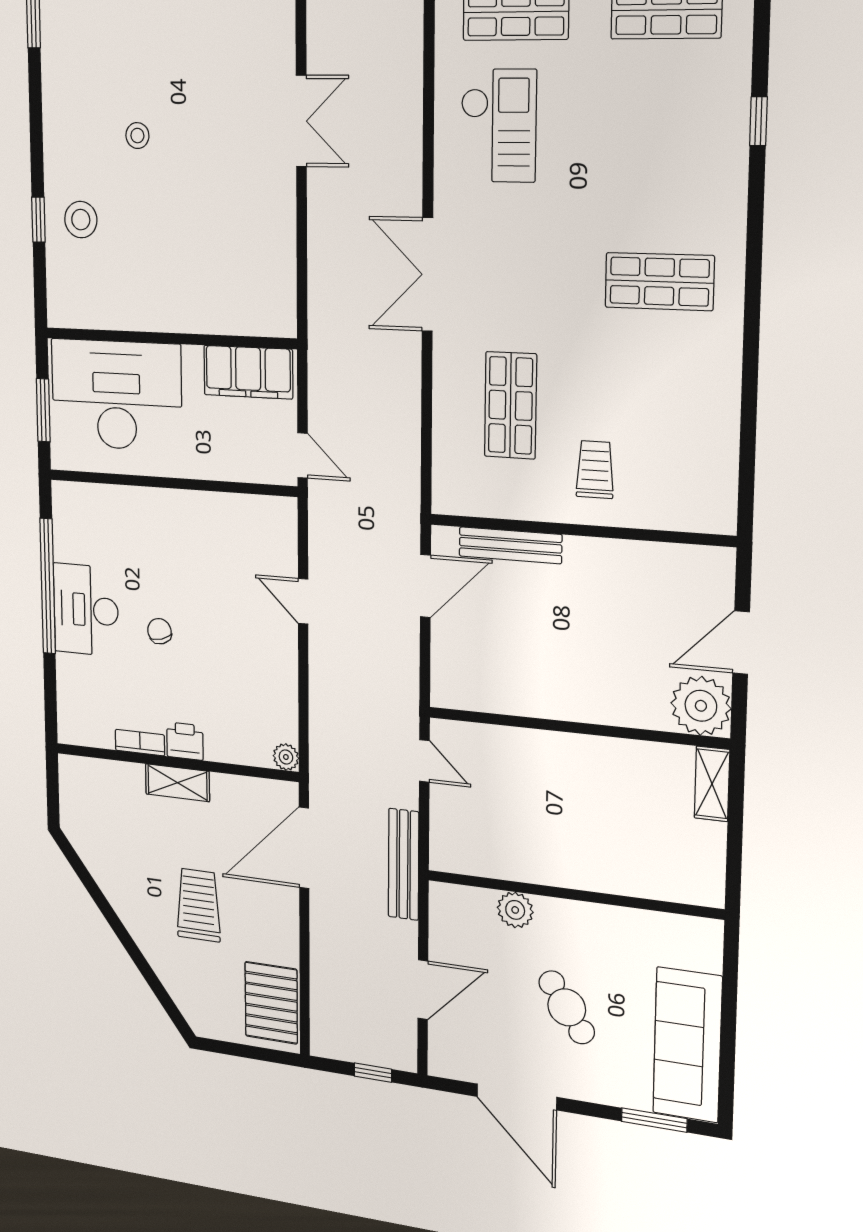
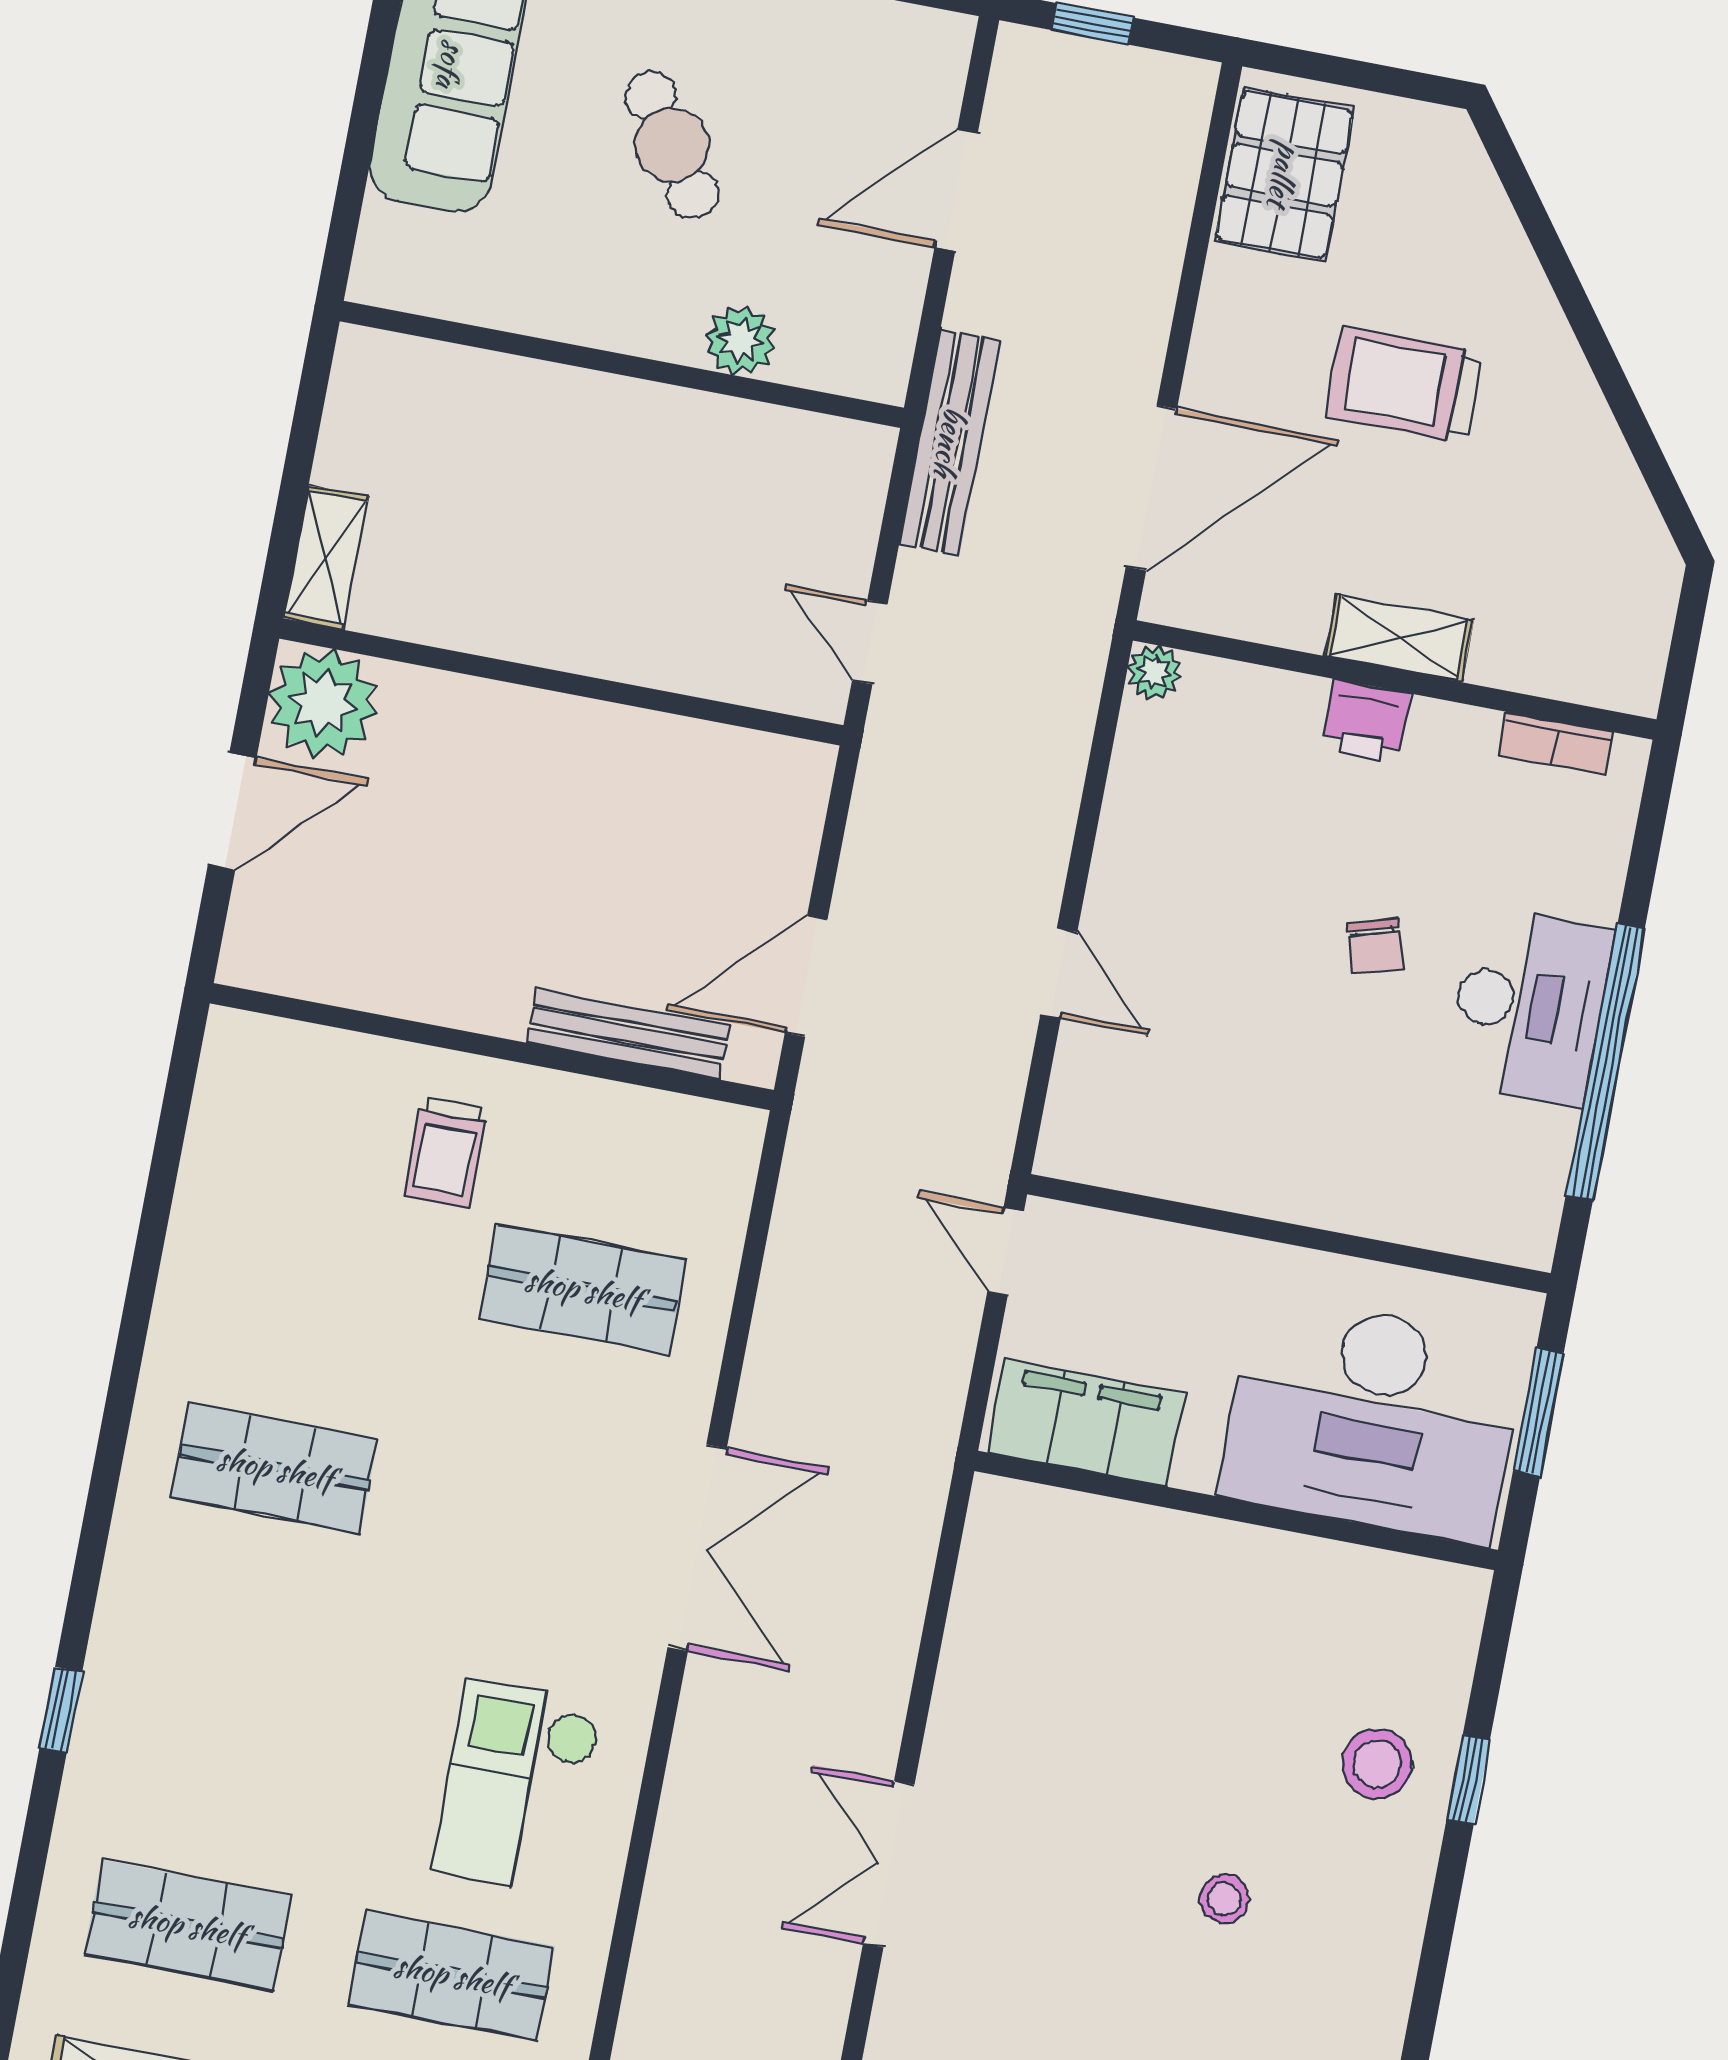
shop shelf: (511, 405) -> (583, 1289), turned 90
bookcase: (140, 743) -> (1556, 743), moved
trolley: (198, 905) -> (1404, 384), turned 90

